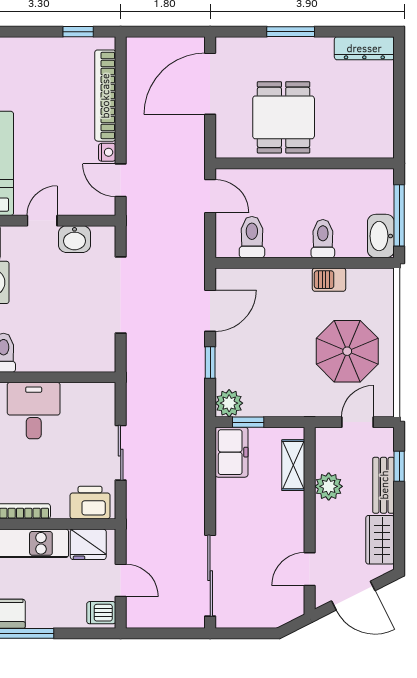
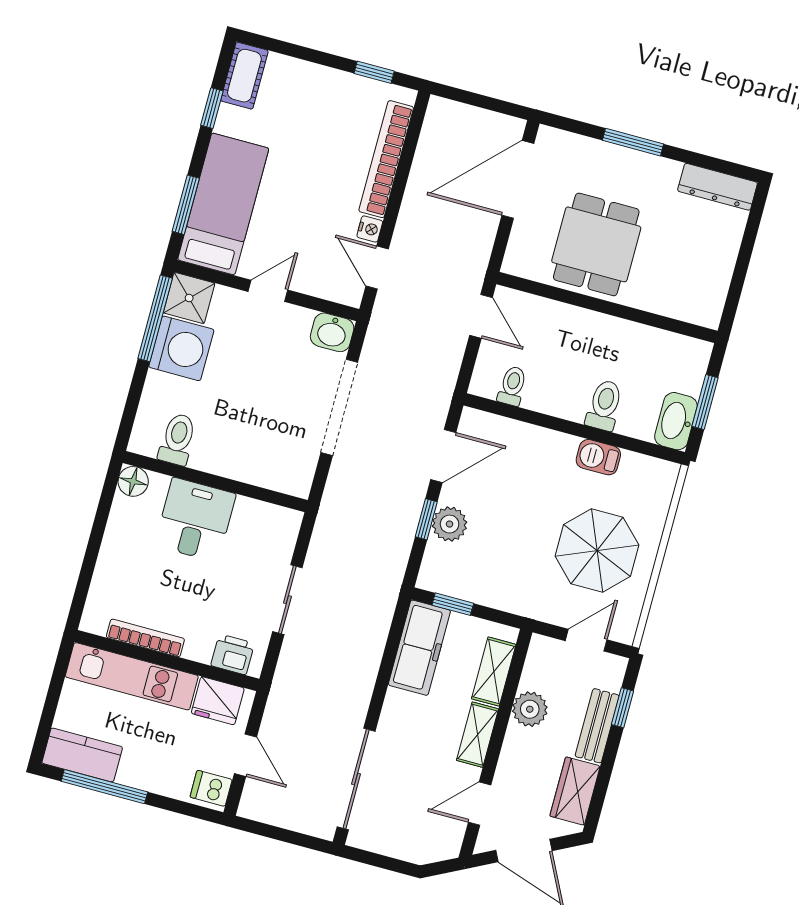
window: (399, 215) -> (705, 402), width x0.69
toilet: (252, 237) -> (512, 386), width x0.73, depth x0.72
washbasin: (75, 239) -> (332, 332), moved
plant: (229, 403) -> (450, 524), moved
freezer: (231, 452) -> (419, 648), width x1.40
printer: (90, 503) -> (233, 654), width x0.73, depth x0.81
shelving: (294, 517) -> (477, 735), added

